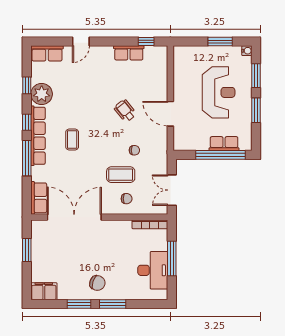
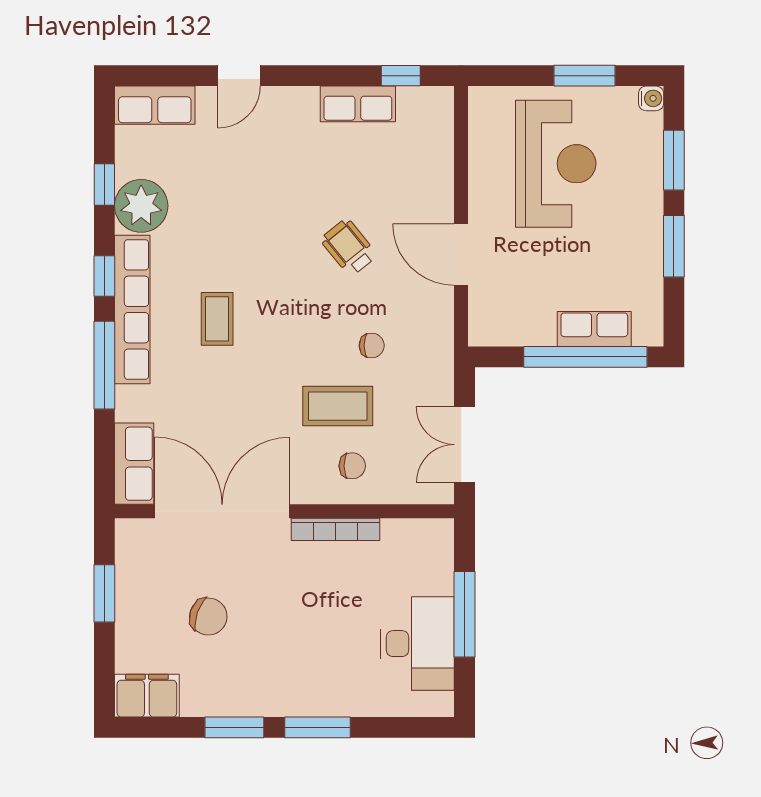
reception desk: (219, 92) -> (556, 164), moved
bookcase: (150, 224) -> (335, 529), moved
chair: (97, 283) -> (208, 617), moved

